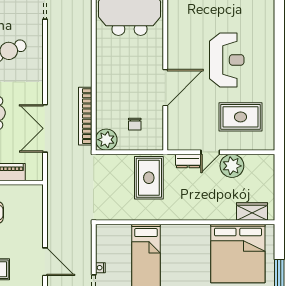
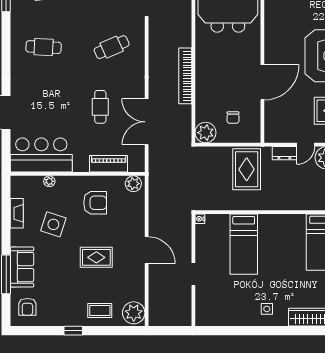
bookcase: (85, 116) -> (185, 76), moved
plant: (31, 193) -> (133, 184), added
nightstand: (100, 268) -> (200, 219), moved

